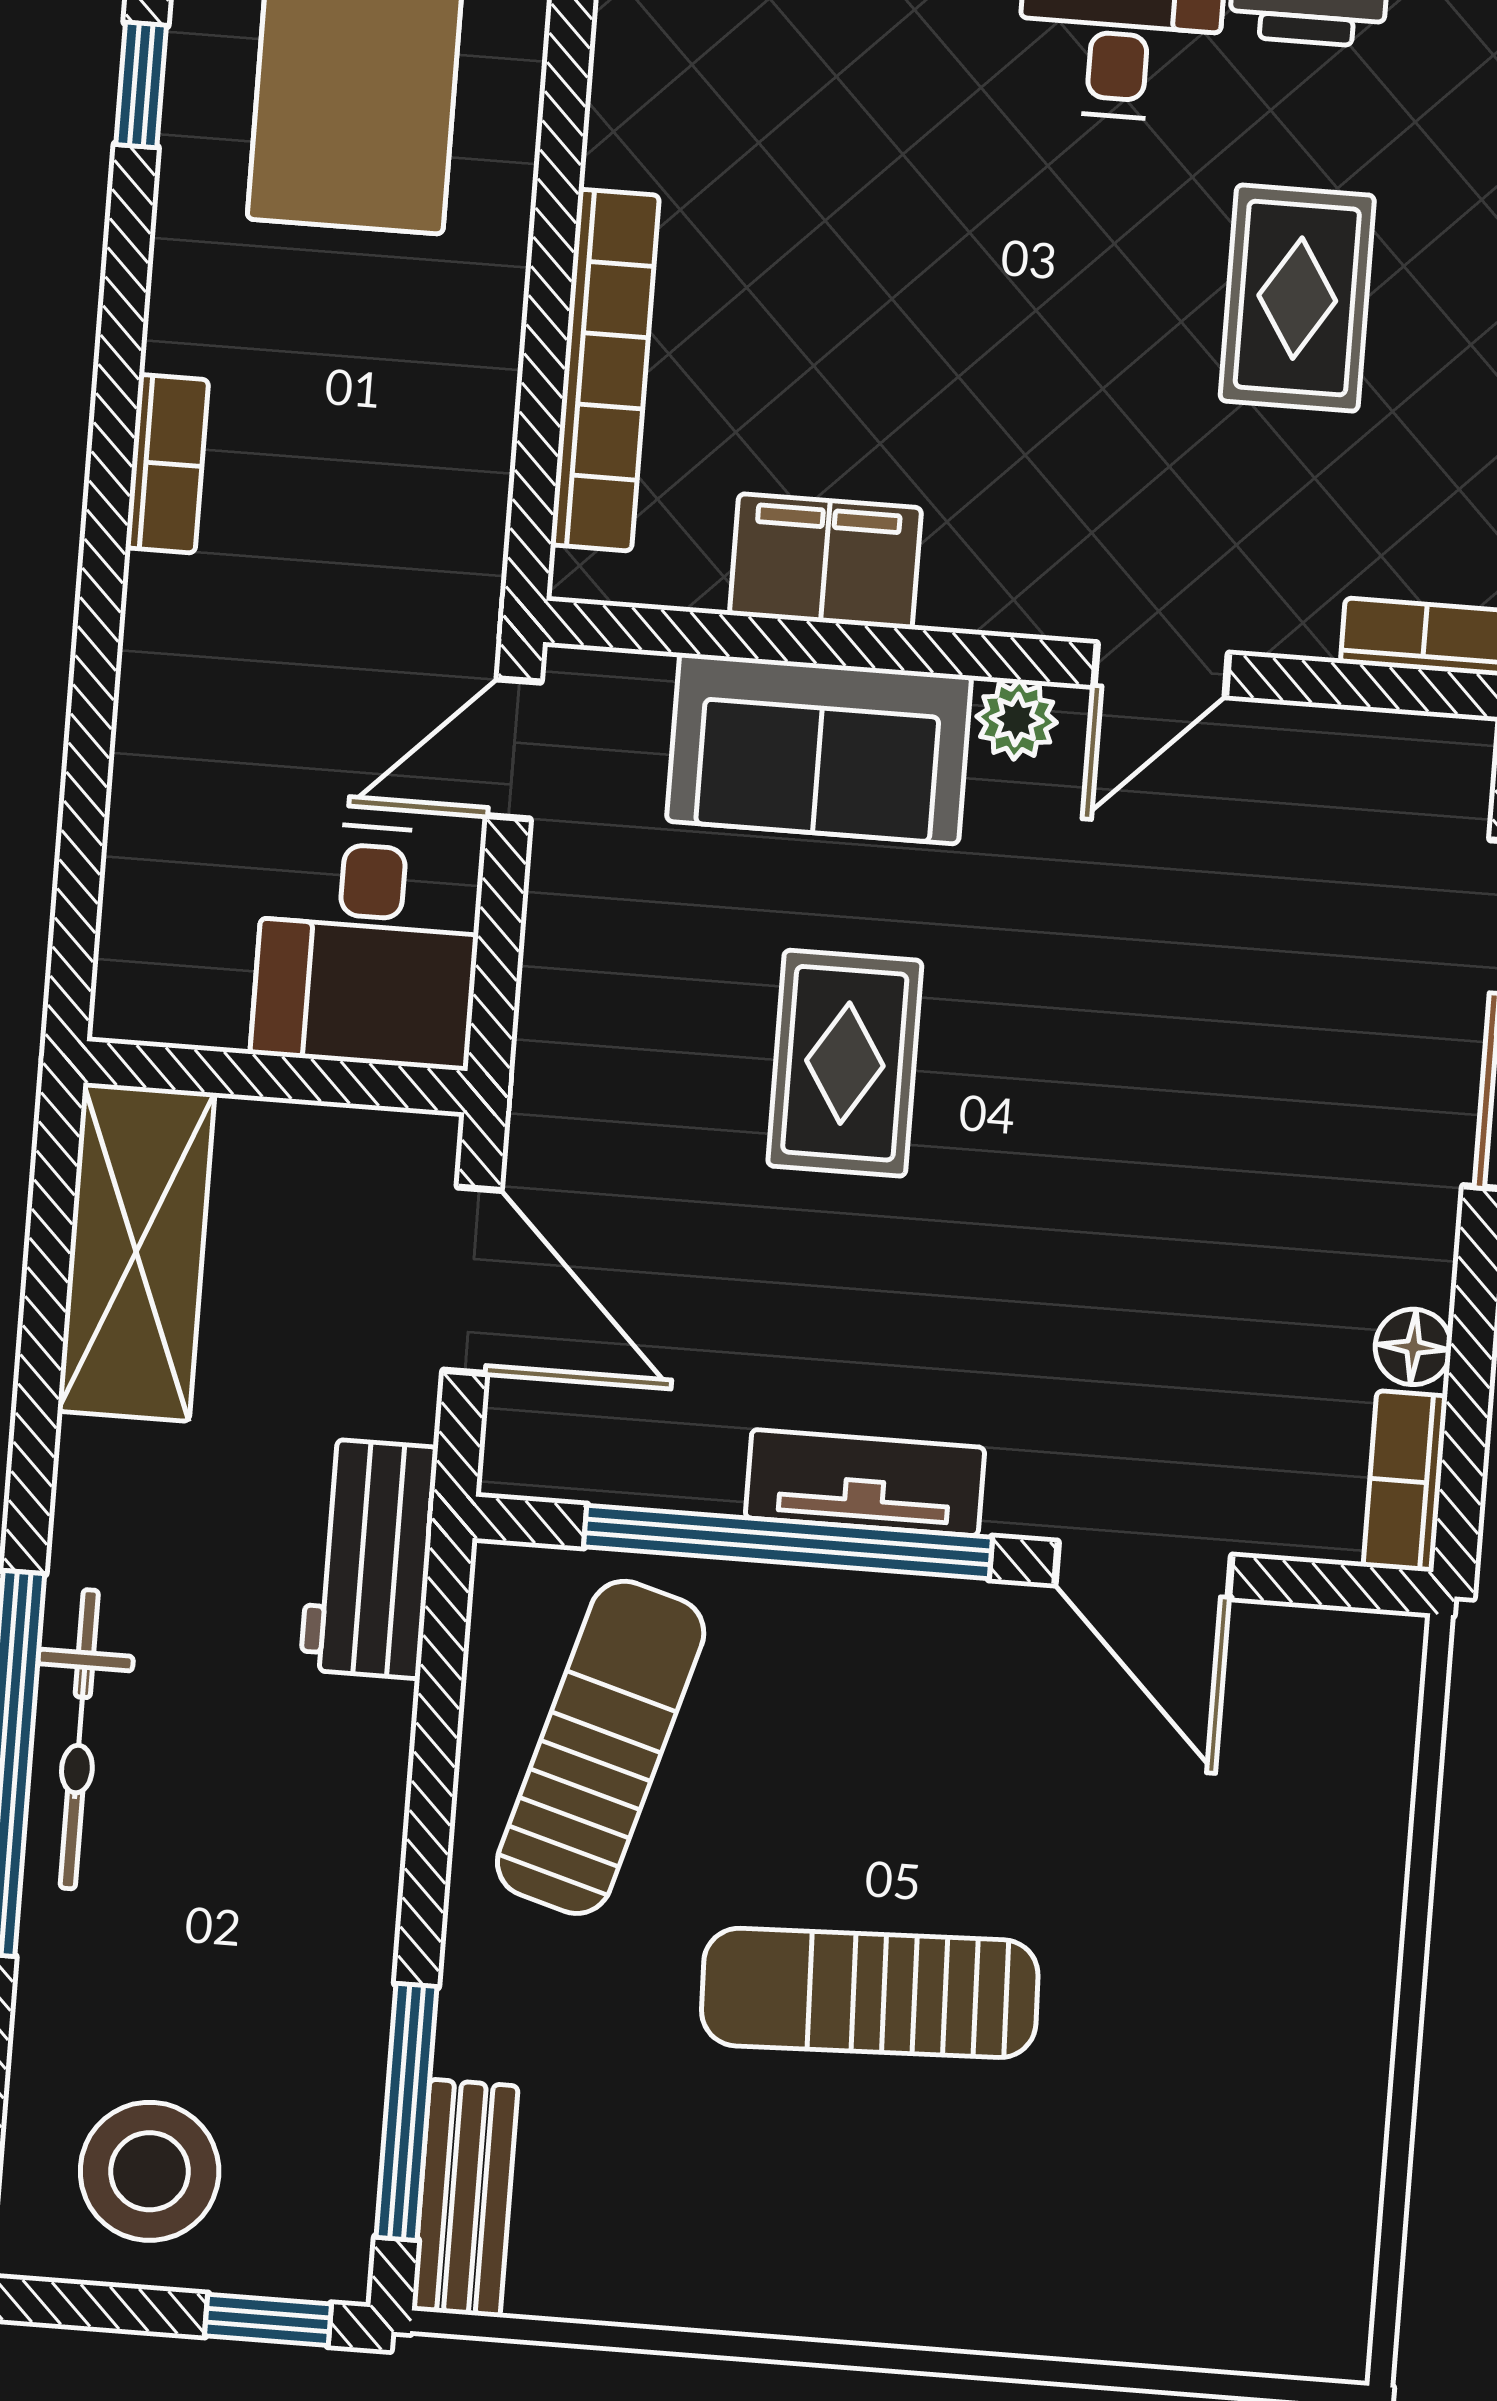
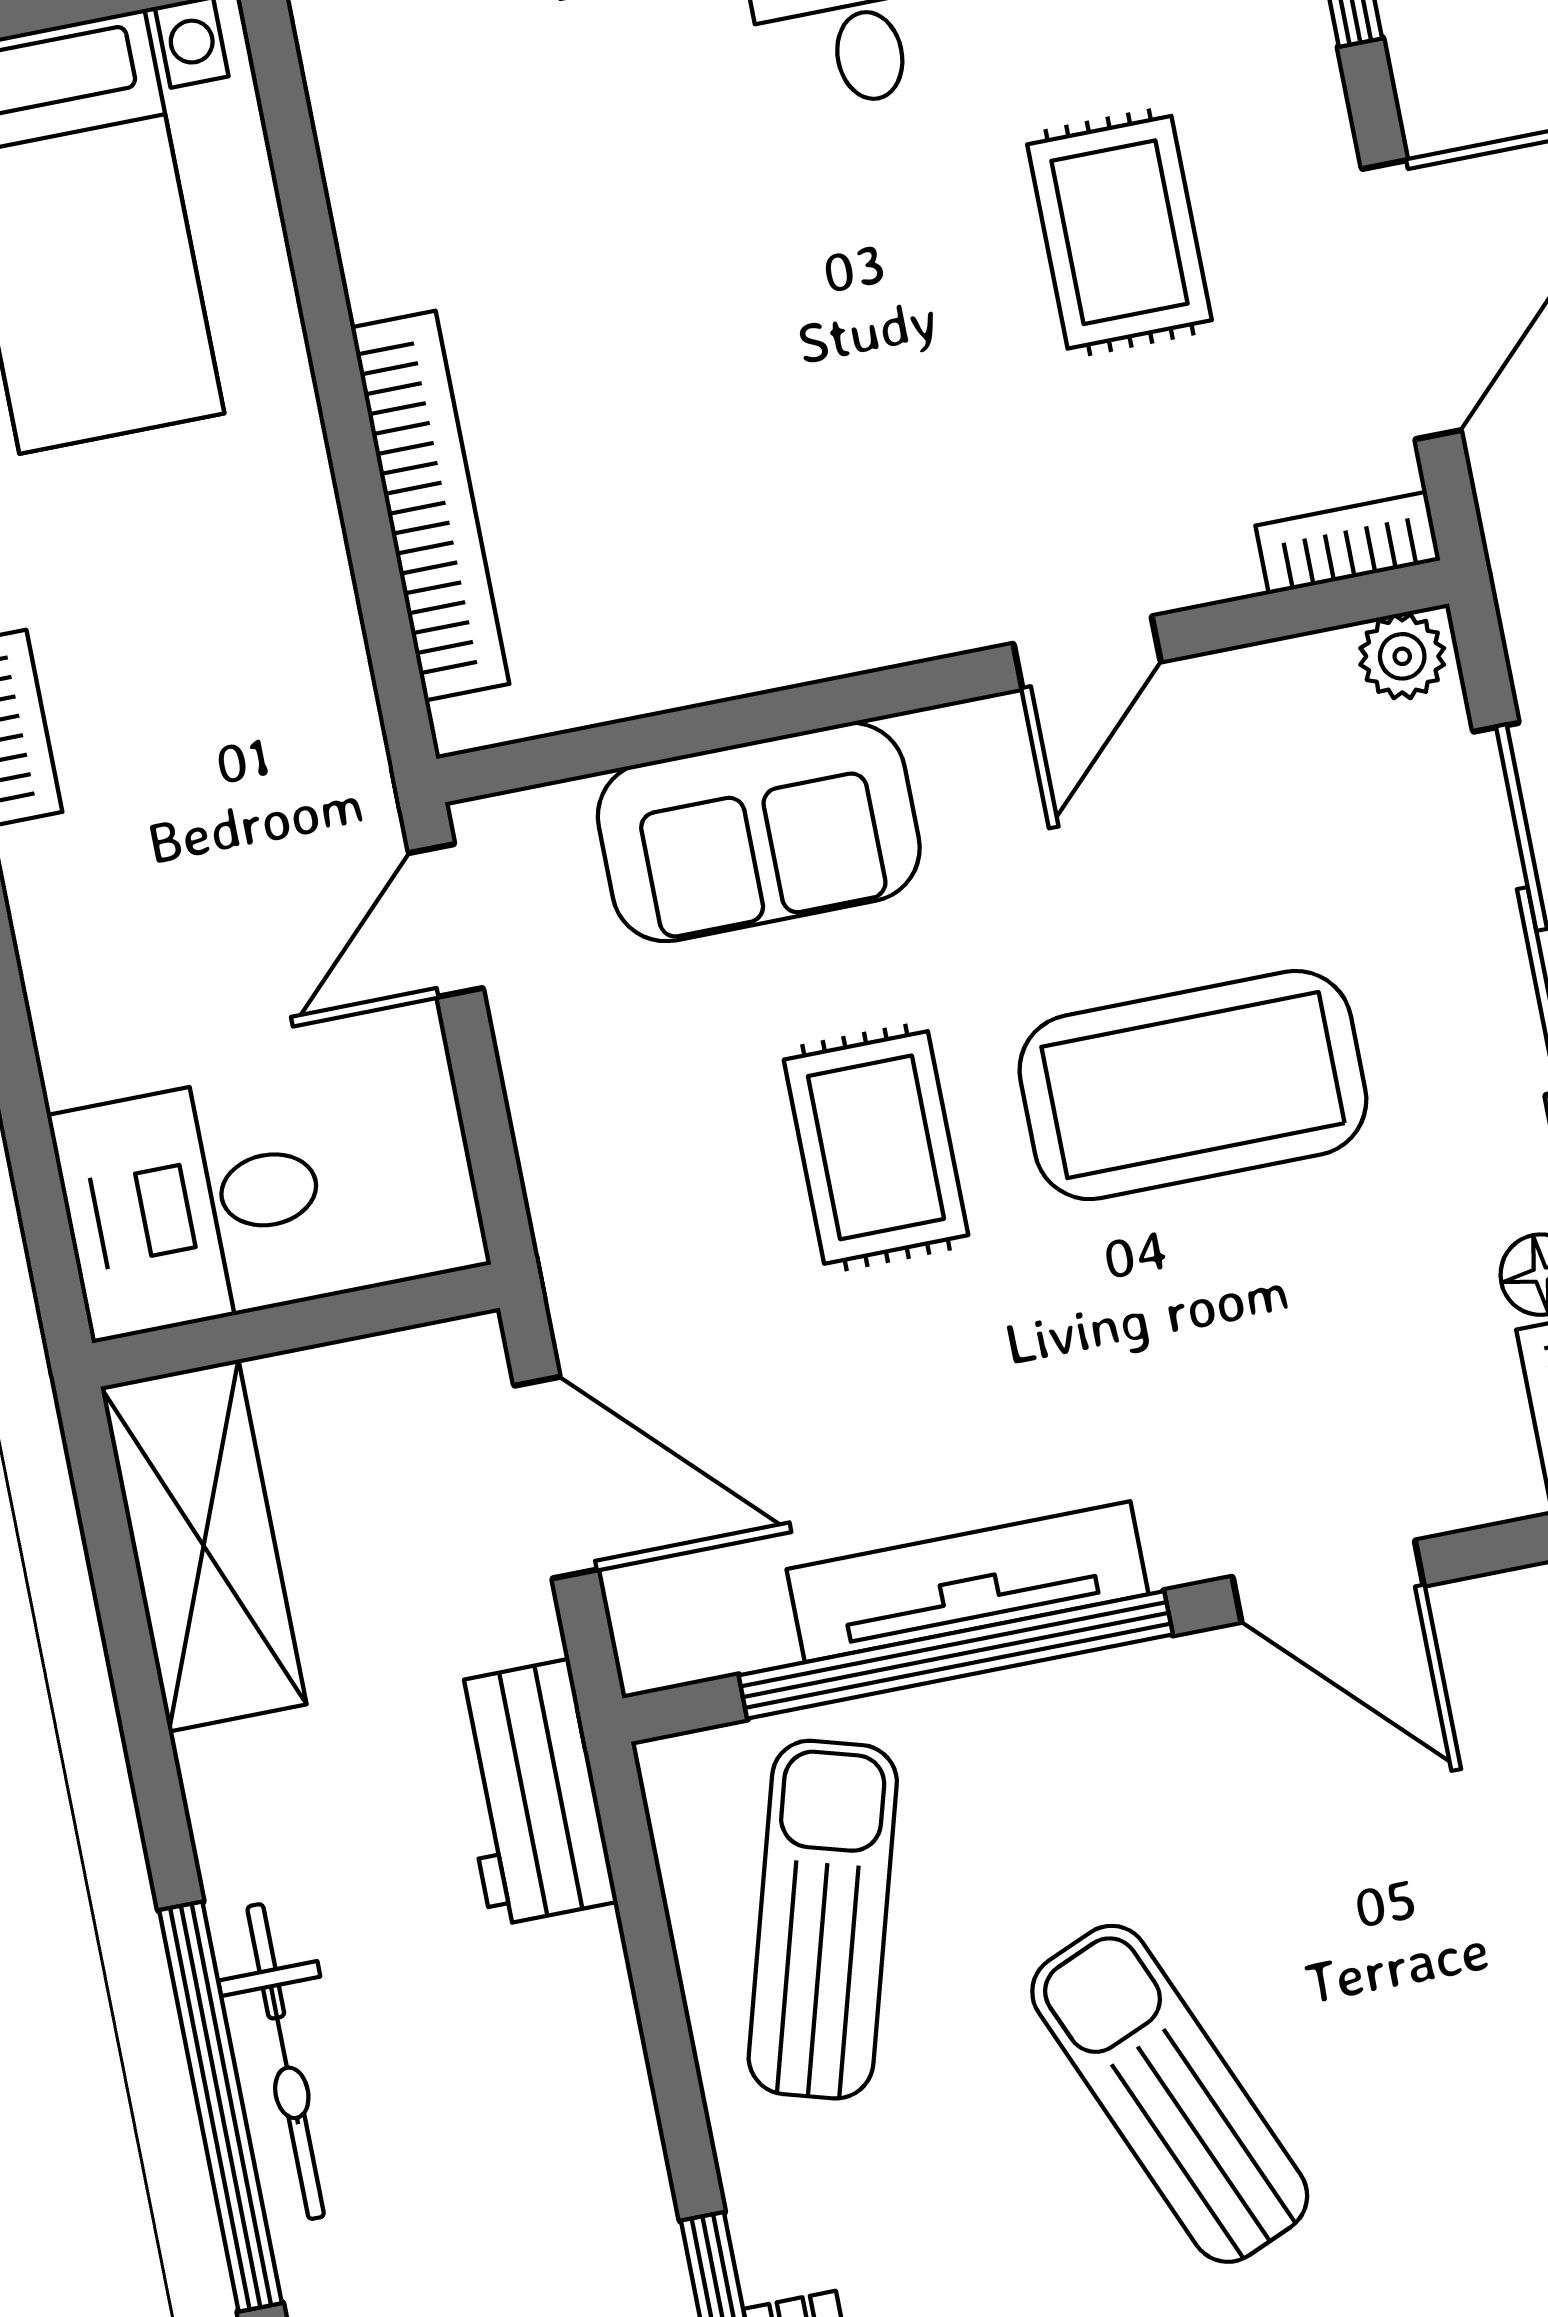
filing cabinet: (825, 561) -> (711, 638), removed
plant: (1017, 719) -> (1402, 656), moved
desk: (368, 945) -> (192, 1205), moved, turned 90
coffee table: (1147, 1087) -> (1193, 1085), added
tv unit: (865, 1483) -> (968, 1582), width x1.41
sun lounger: (870, 1993) -> (1170, 2094), turned 69

